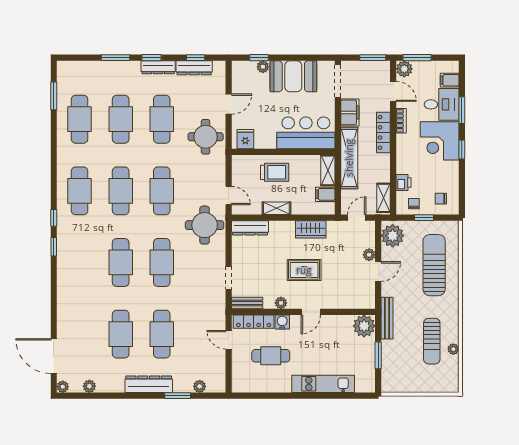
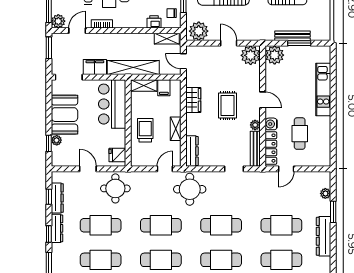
locker: (383, 132) -> (112, 39), removed
plant: (369, 255) -> (251, 55), moved, width x1.88, depth x1.88
bench: (247, 303) -> (255, 149), width x1.36
bench: (387, 318) -> (293, 36), moved

